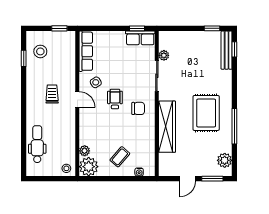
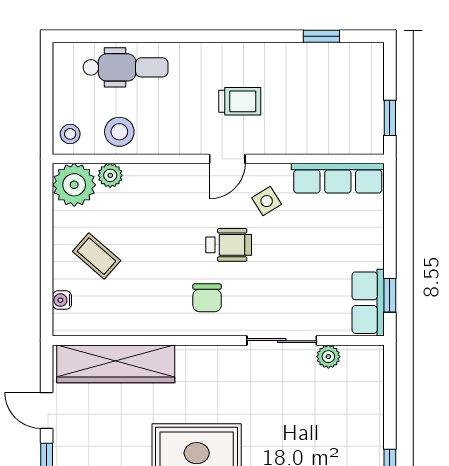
stool: (40, 51) -> (119, 132), moved
wardrobe: (167, 127) -> (116, 364), moved

